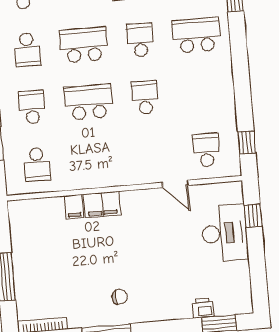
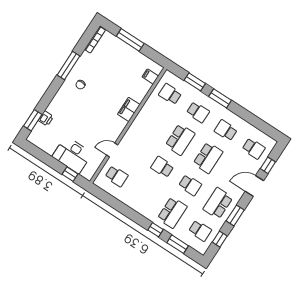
school desk: (145, 97) -> (162, 167), turned 180
window: (247, 142) -> (155, 230), moved
filing cabinet: (74, 207) -> (150, 77), moved

